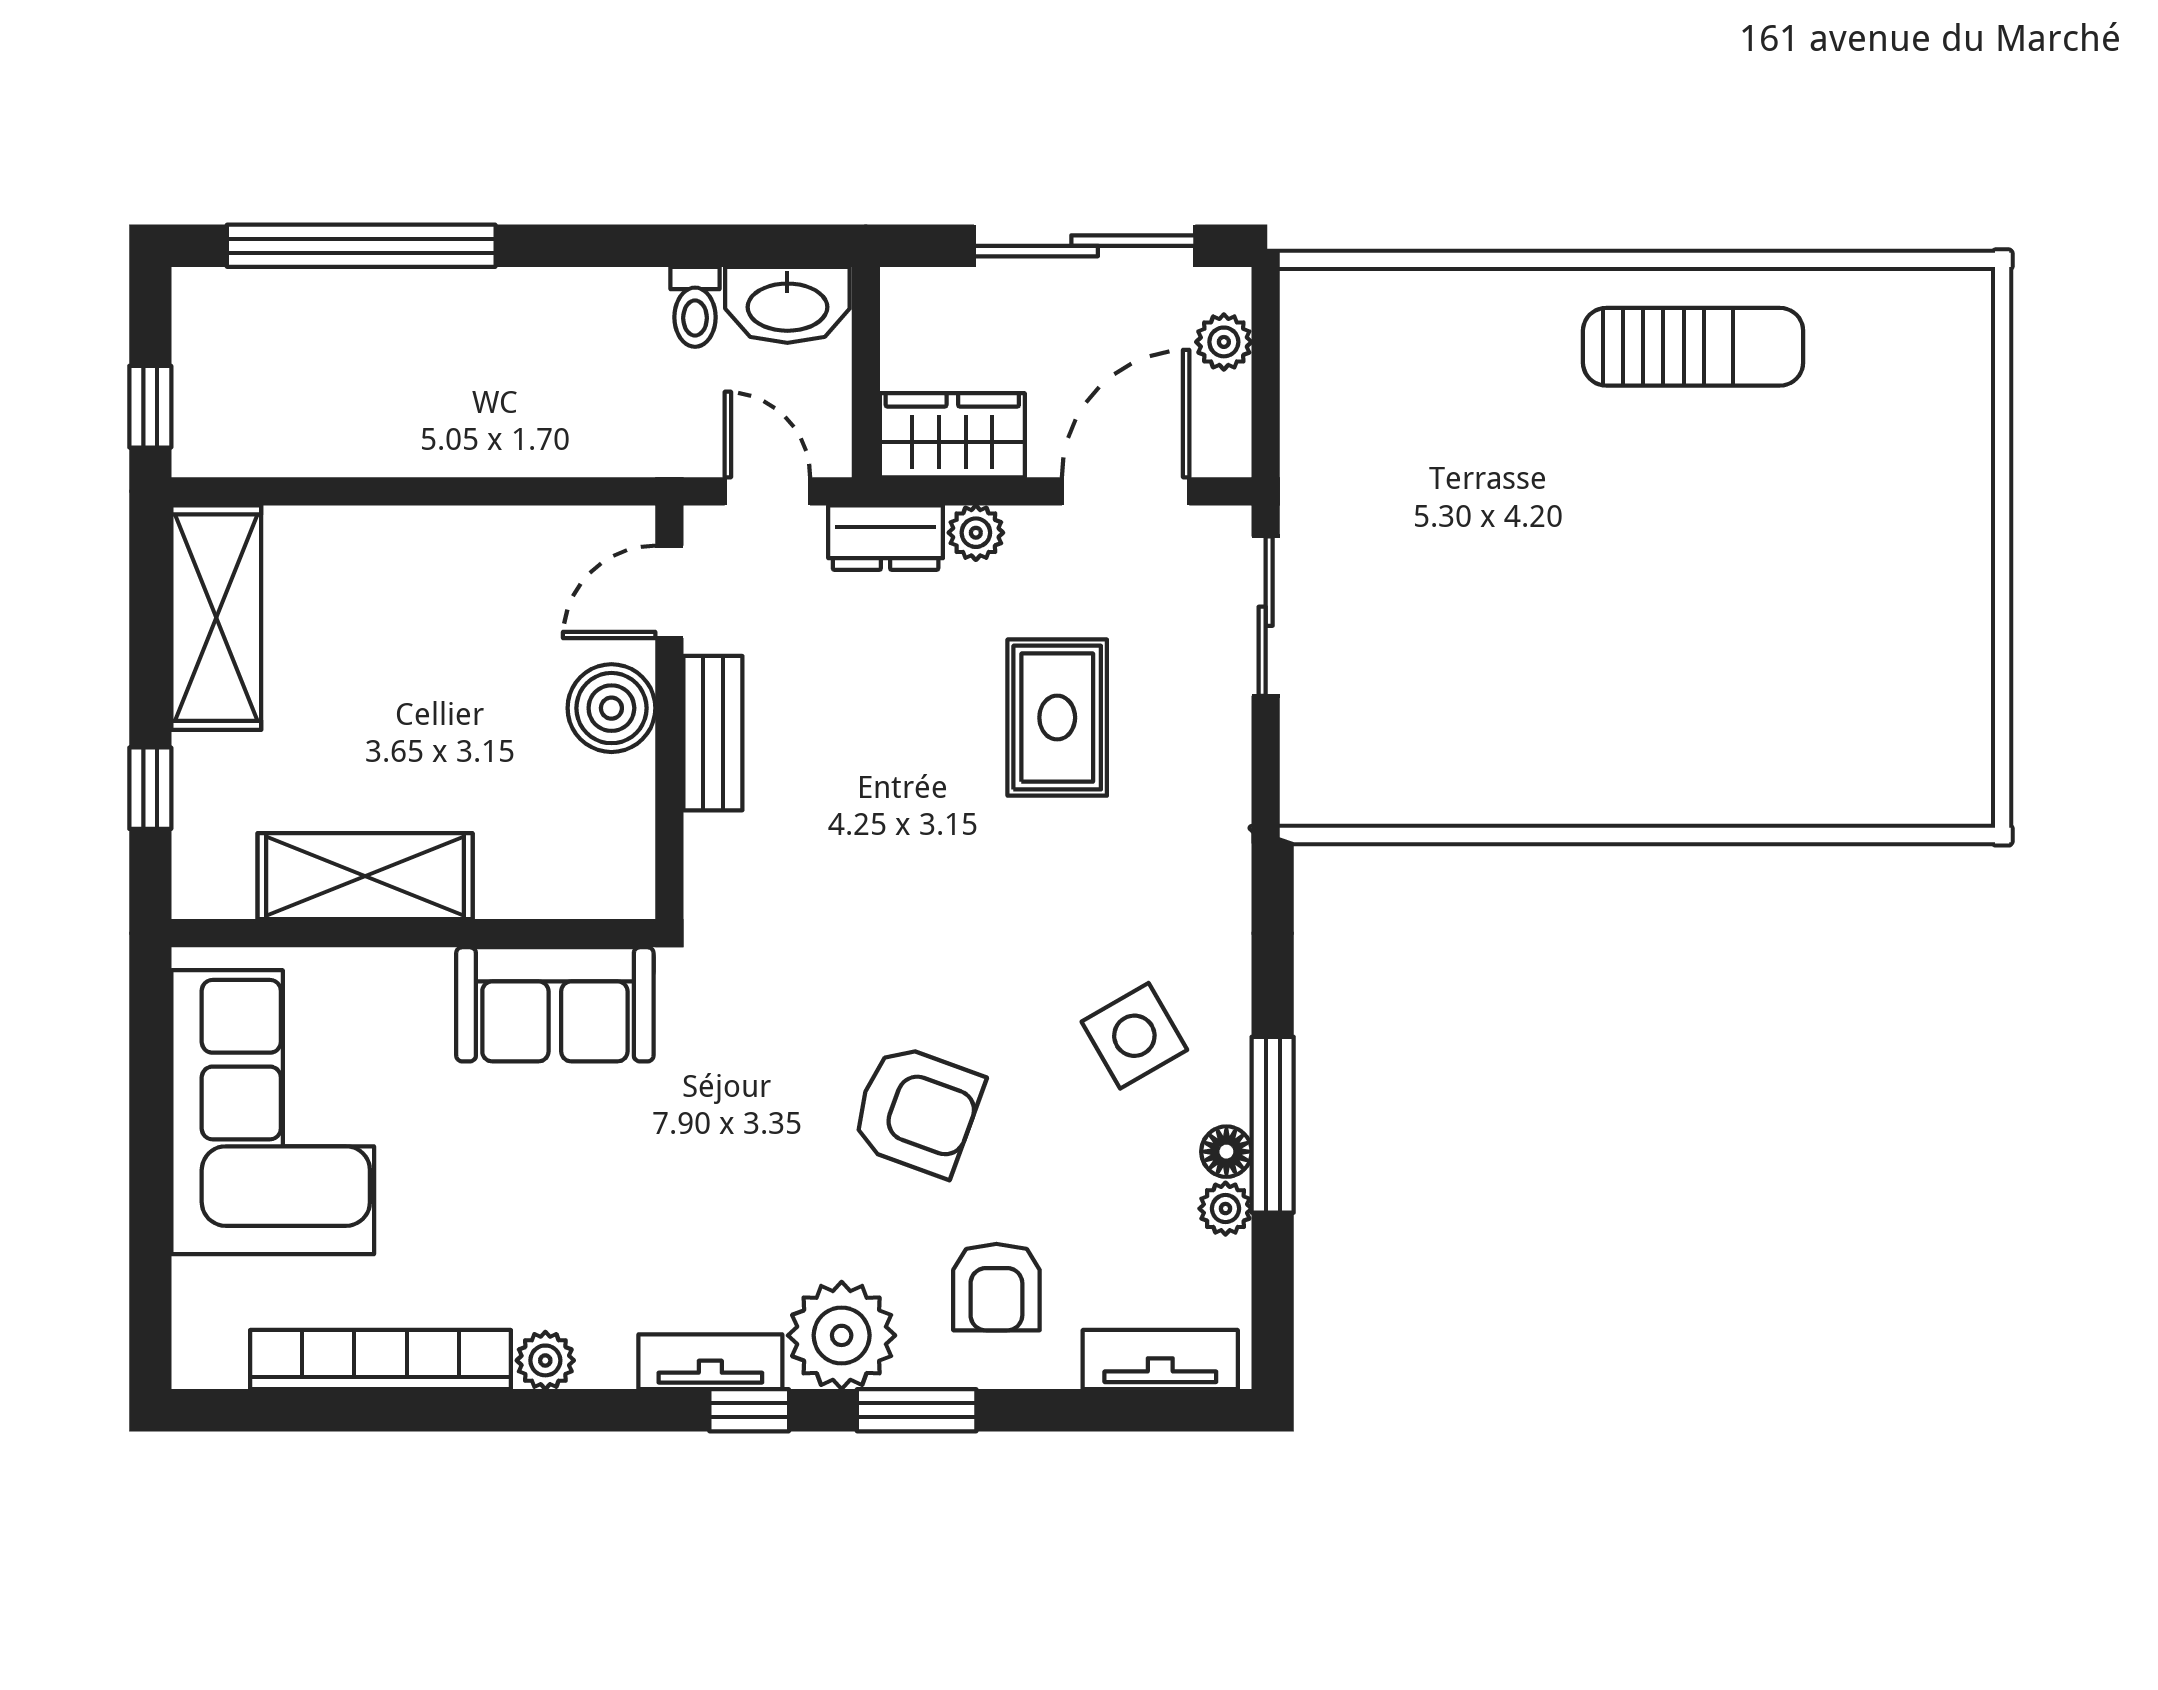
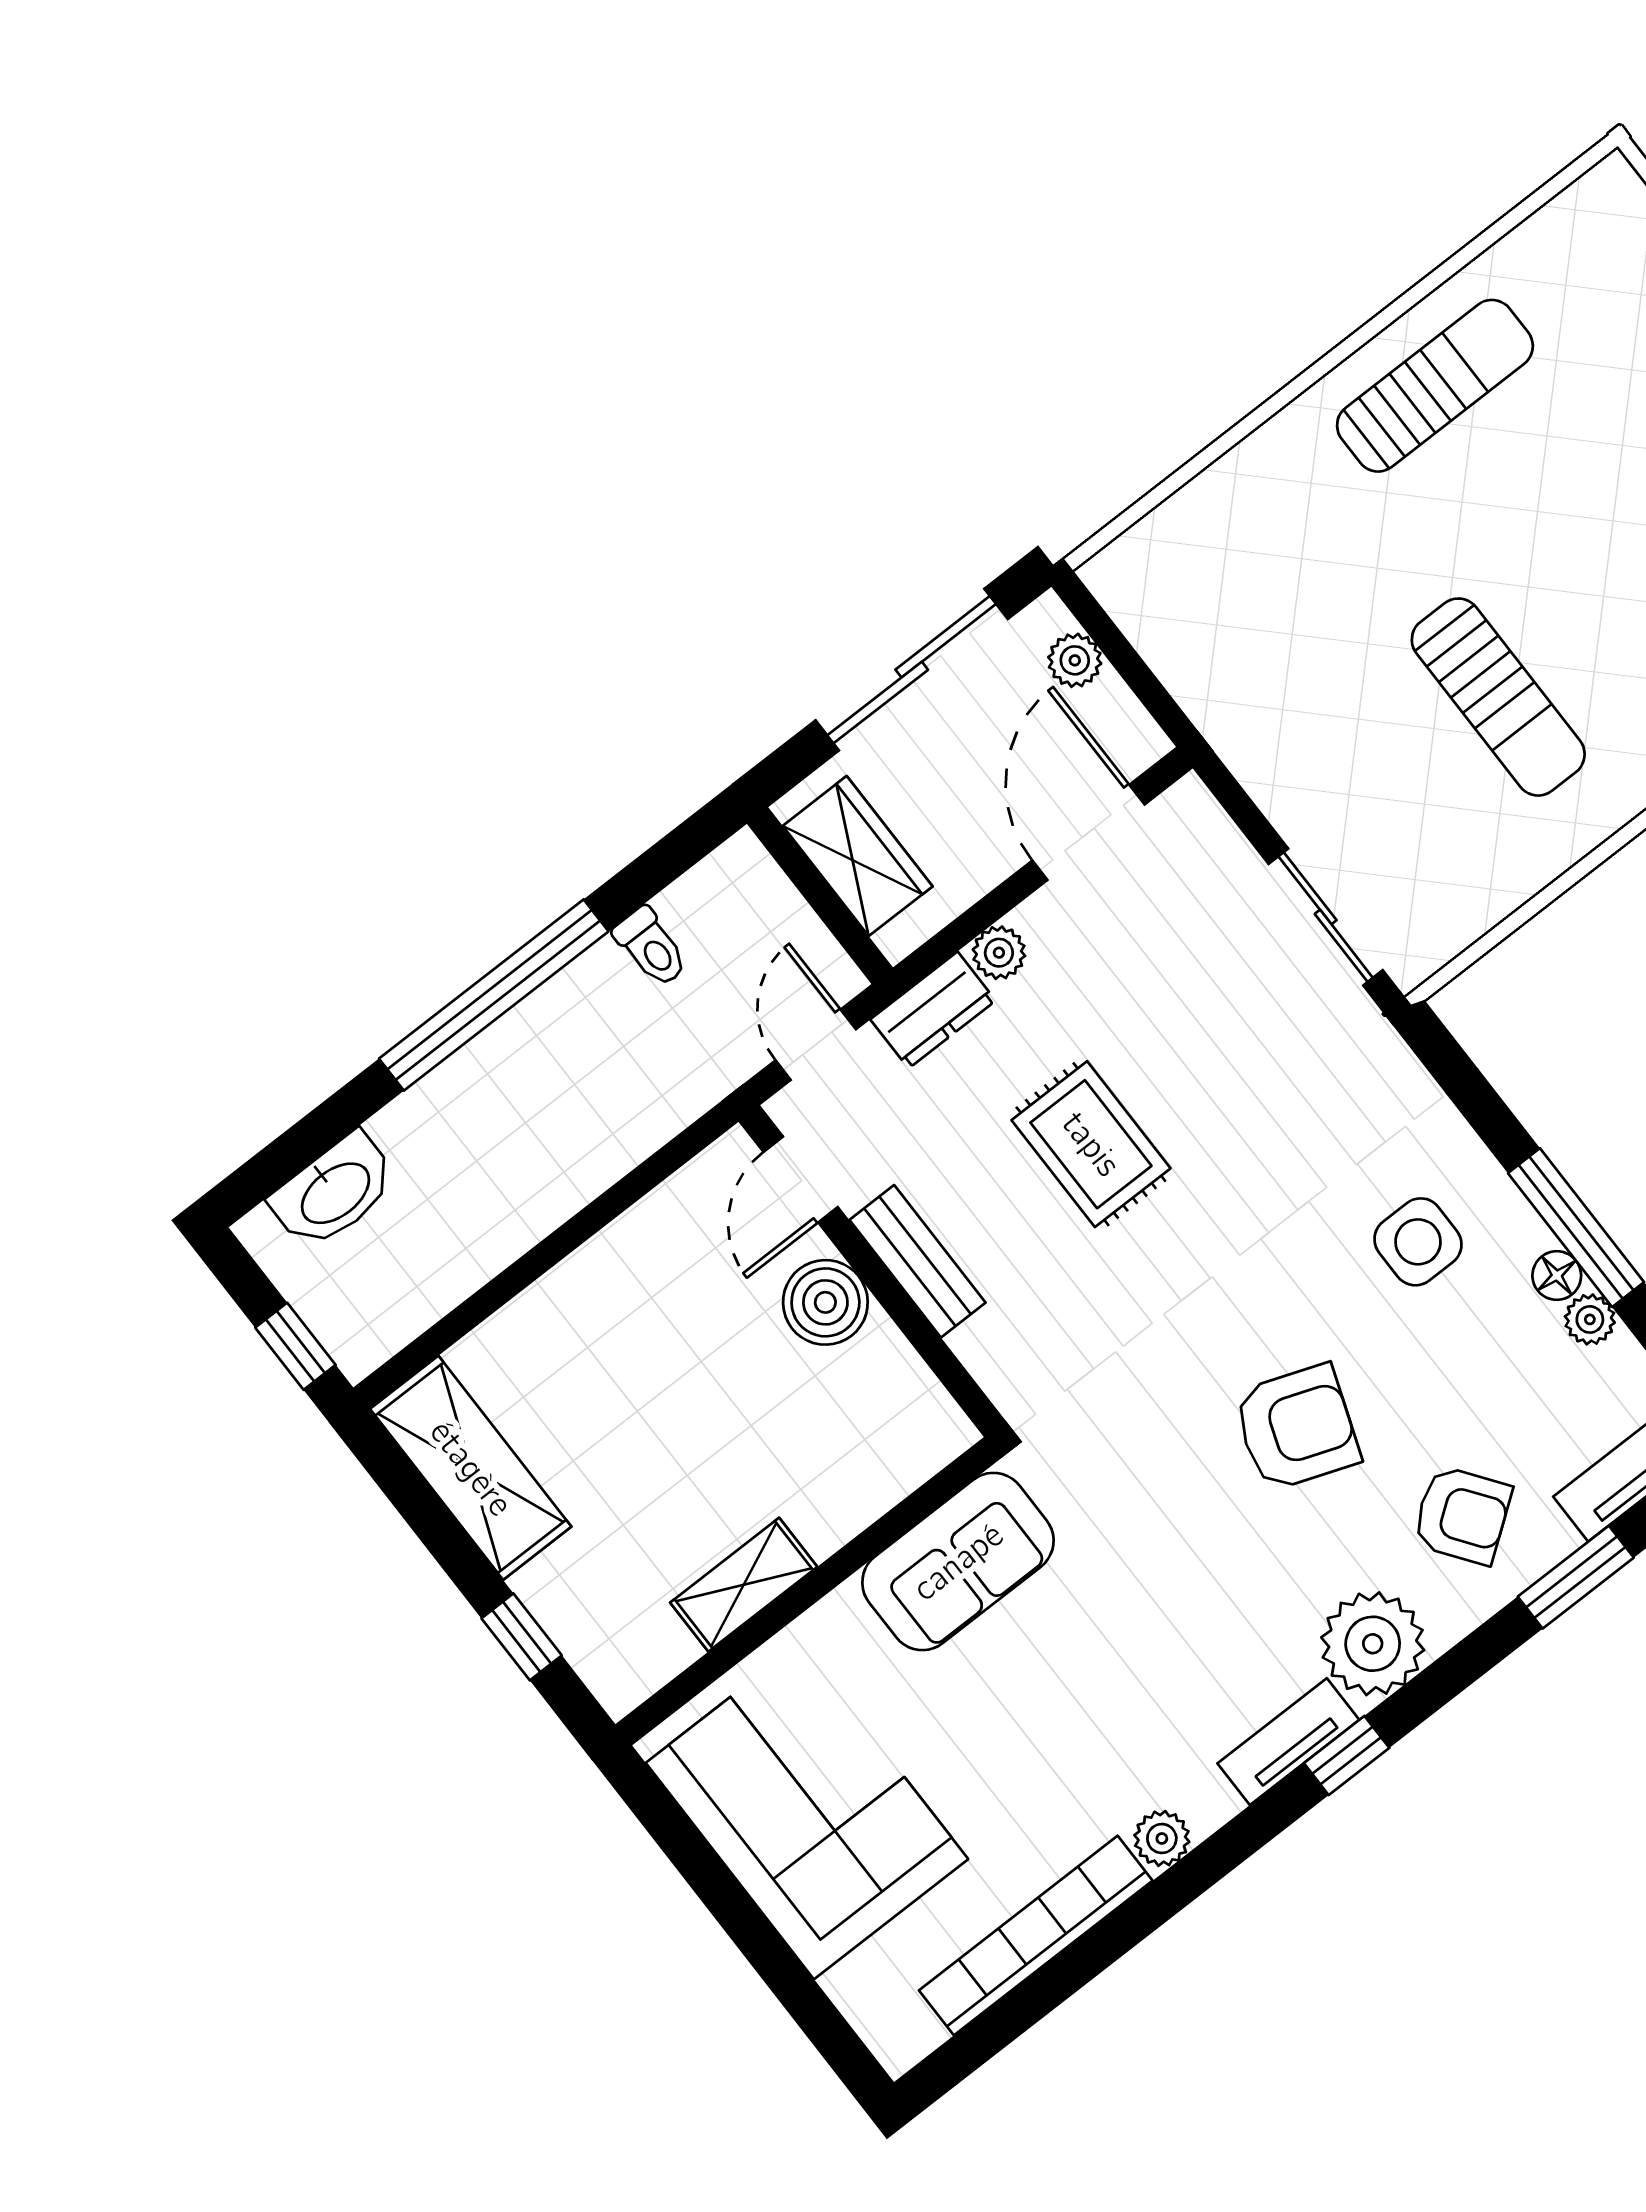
window: (361, 246) -> (494, 995), moved
washbasin: (787, 305) -> (334, 1192), moved
wardrobe: (952, 435) -> (858, 856), moved, turned 90
door: (767, 491) -> (816, 1045), hinge flipped
sliding door: (1266, 616) -> (1326, 917), moved
sun lounger: (1547, 641) -> (1498, 697), added
rug: (1057, 718) -> (1091, 1144), moved
shelving: (365, 876) -> (744, 1585), width x0.67, depth x0.75
side table: (1134, 1036) -> (1418, 1242), turned 30
armchair: (996, 1287) -> (1462, 1515), turned -36
window: (917, 1410) -> (1576, 1577), moved

